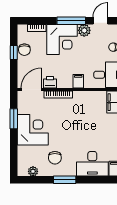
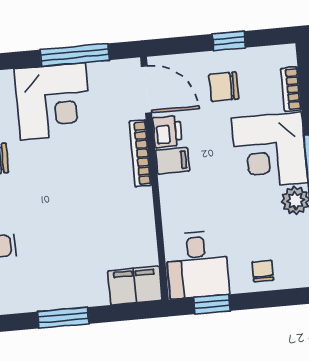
chair: (24, 50) -> (224, 87), moved
filing cabinet: (78, 81) -> (172, 161), moved
window: (14, 119) -> (75, 55), width x1.44

